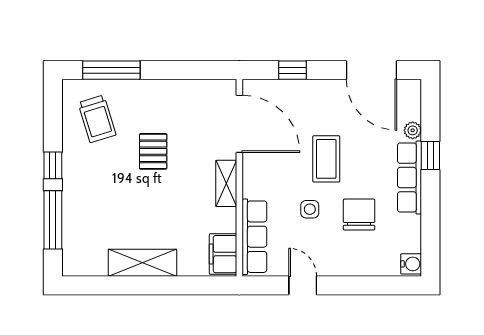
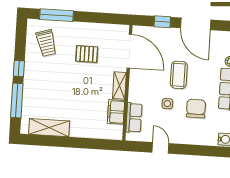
door: (372, 70) -> (196, 24), moved
pallet: (153, 151) -> (87, 54), moved, turned 90
row of seats: (254, 237) -> (134, 118), width x0.68
filing cabinet: (223, 254) -> (116, 112), moved
shelving: (142, 263) -> (49, 128), moved

